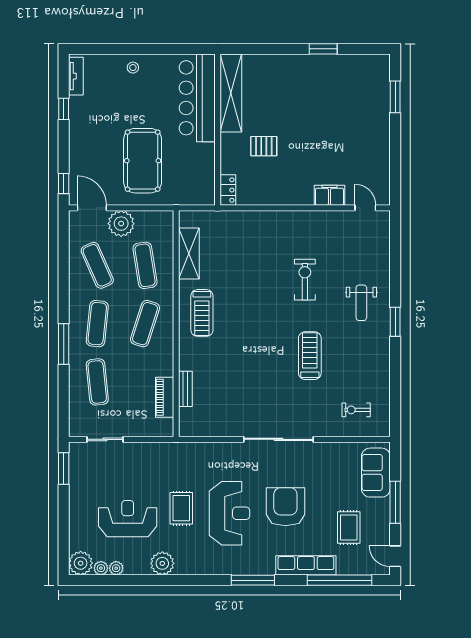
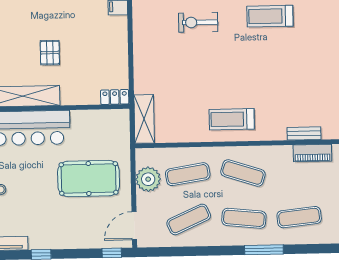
pallet: (264, 146) -> (50, 53), moved
plant: (121, 224) -> (148, 179), moved
shelving: (189, 254) -> (144, 119), moved, turned 90
treadmill: (202, 313) -> (232, 119), turned 180

